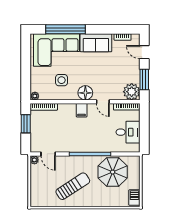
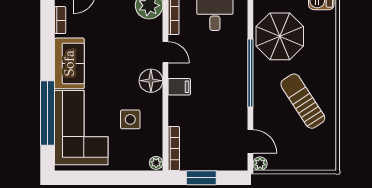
door: (103, 102) -> (165, 52), hinge flipped
door: (48, 154) -> (250, 141), hinge flipped

